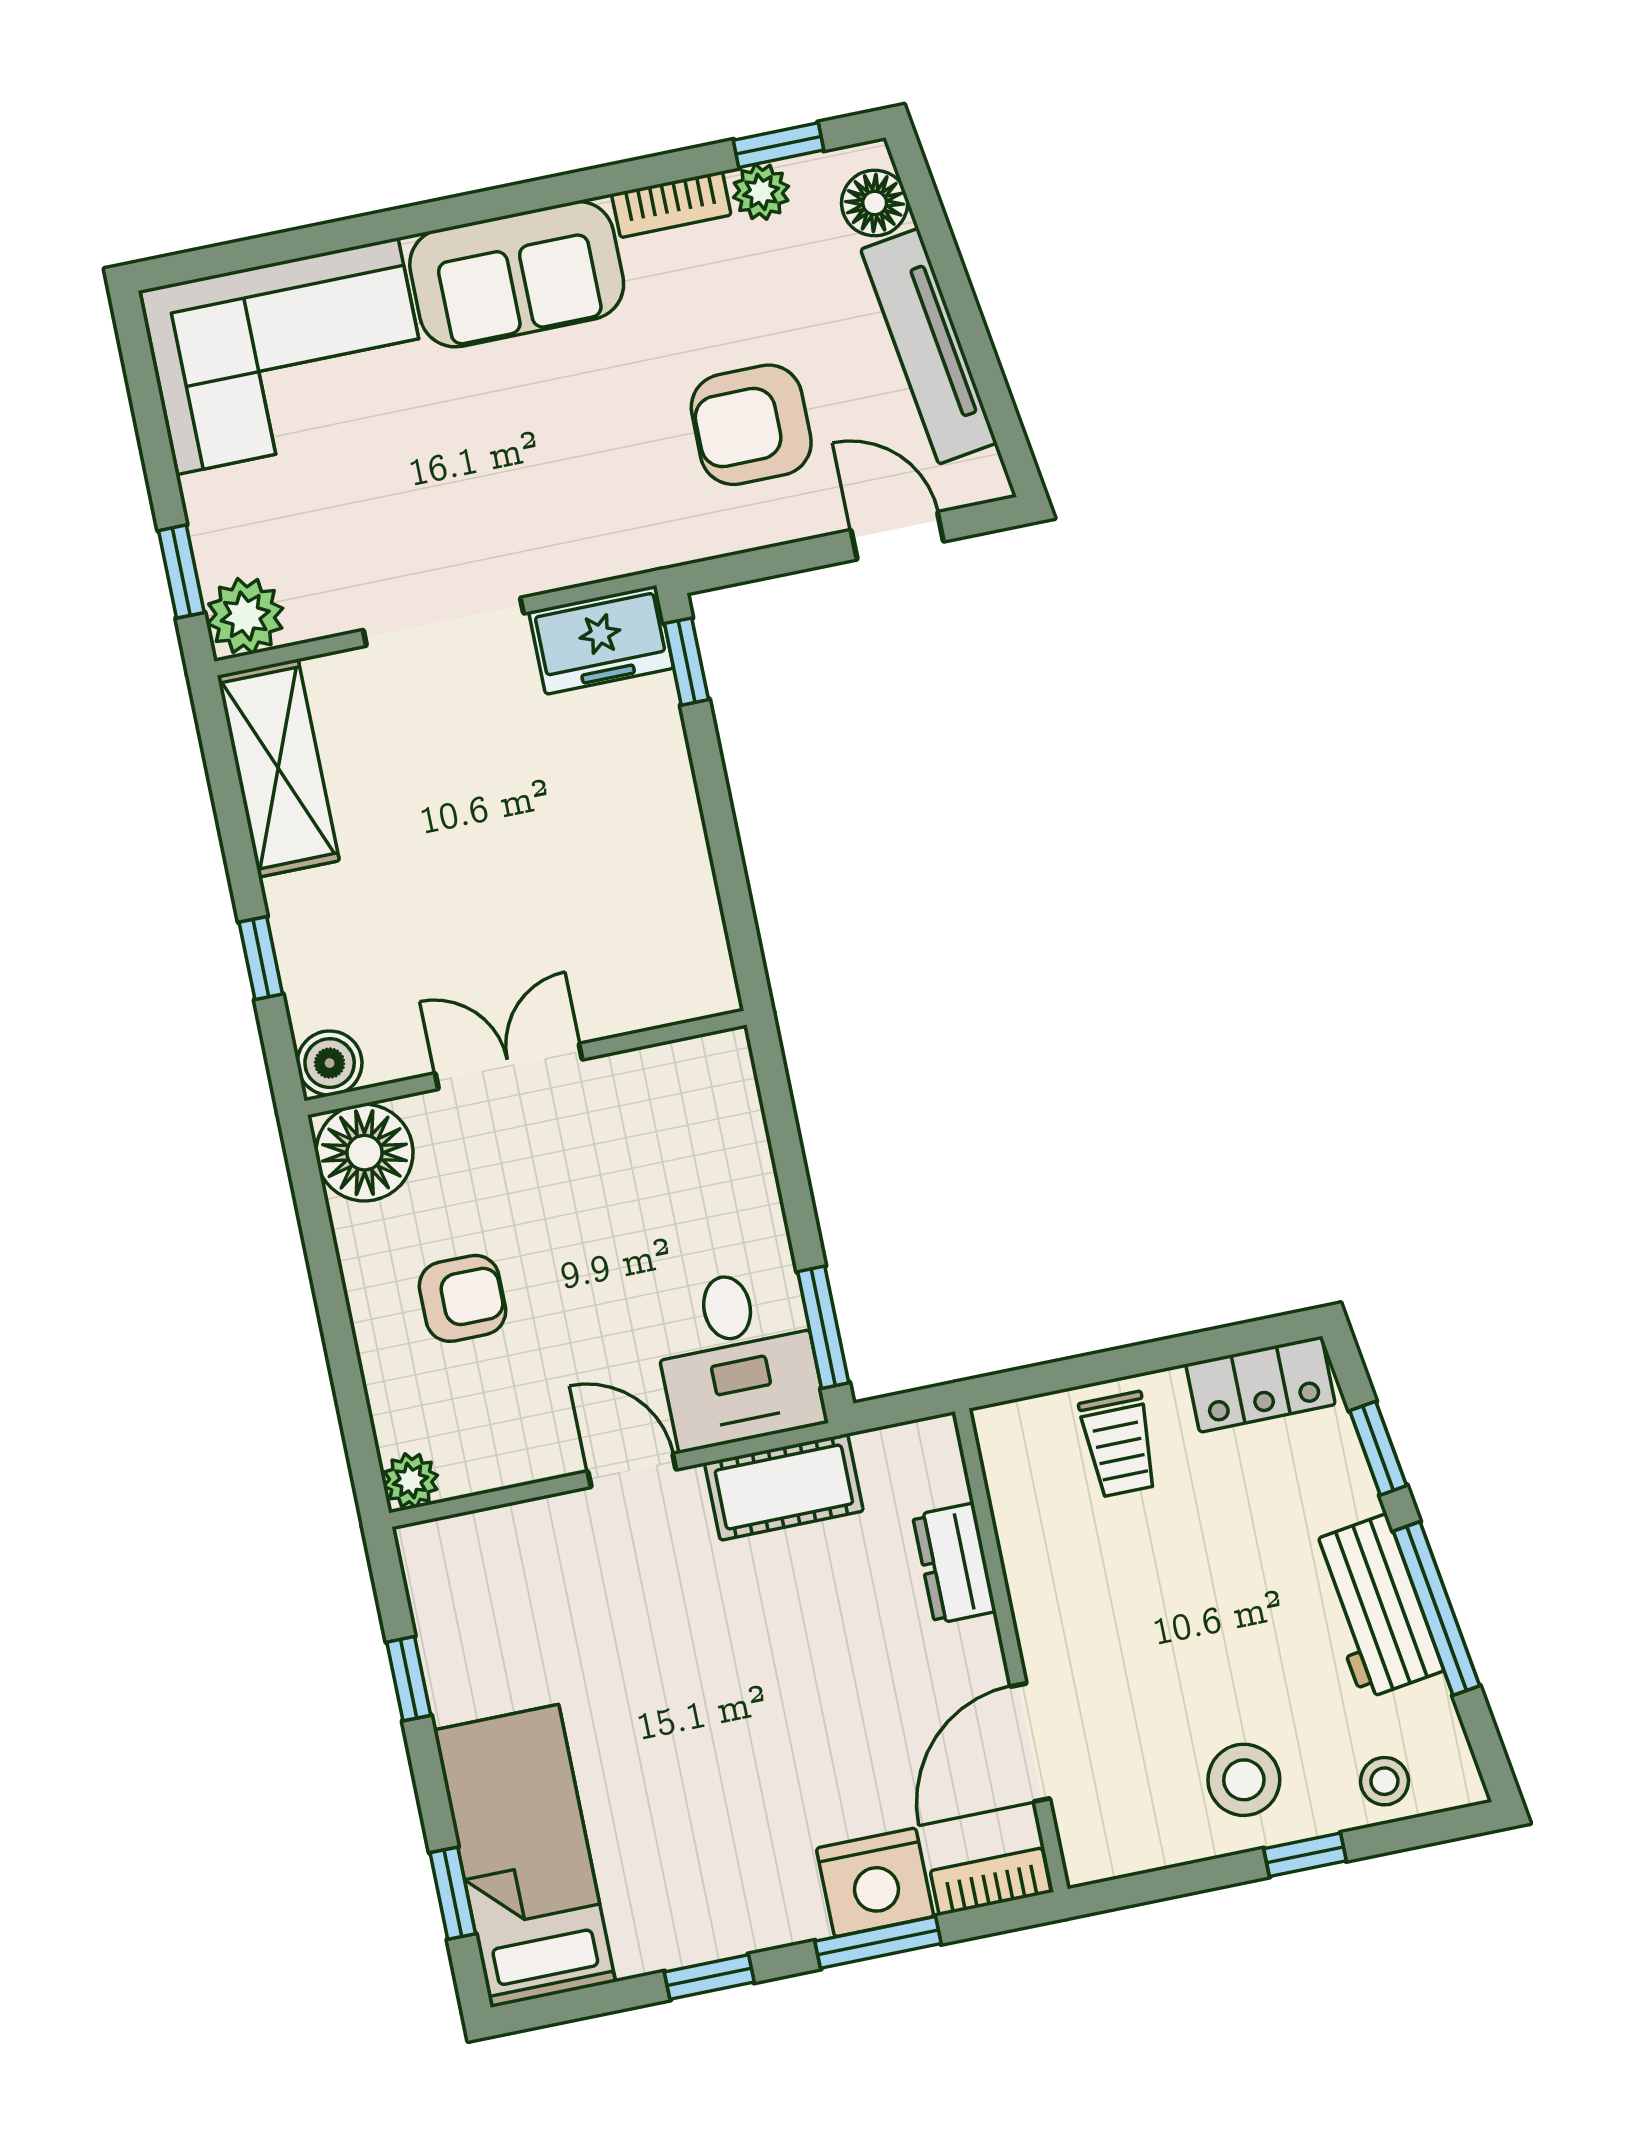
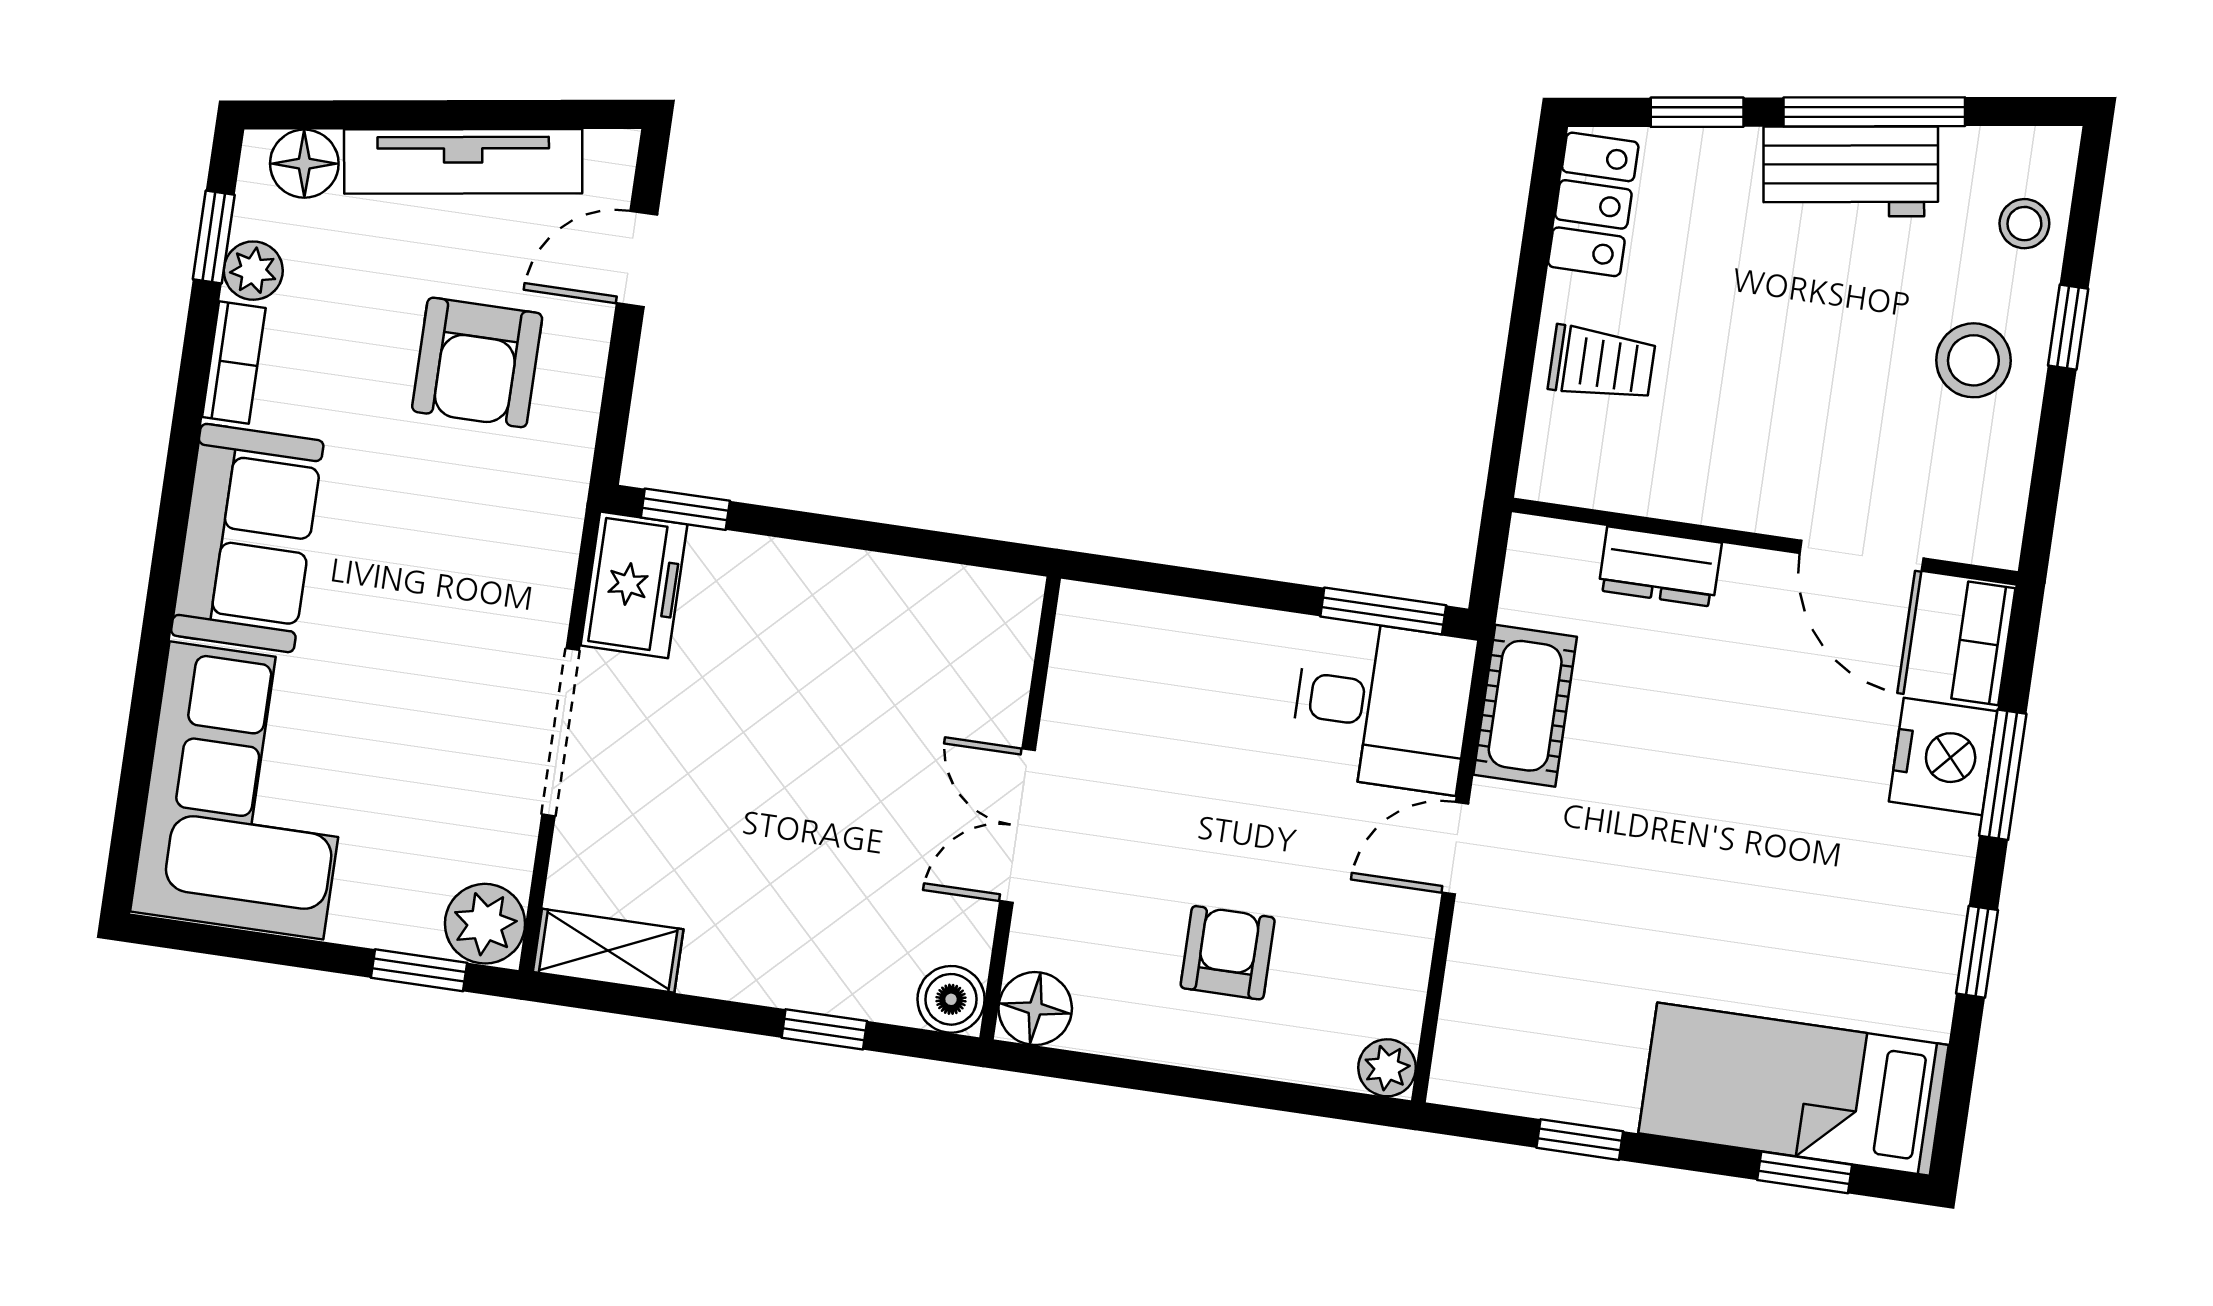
shelving: (278, 768) -> (608, 951), width x0.67, depth x0.75
floor lamp: (365, 1153) -> (1035, 1008), width x0.73, depth x0.73

